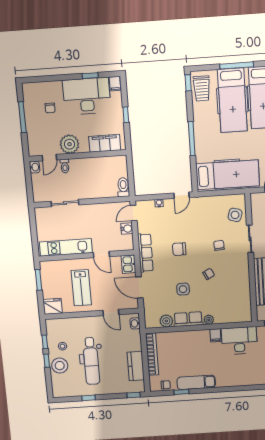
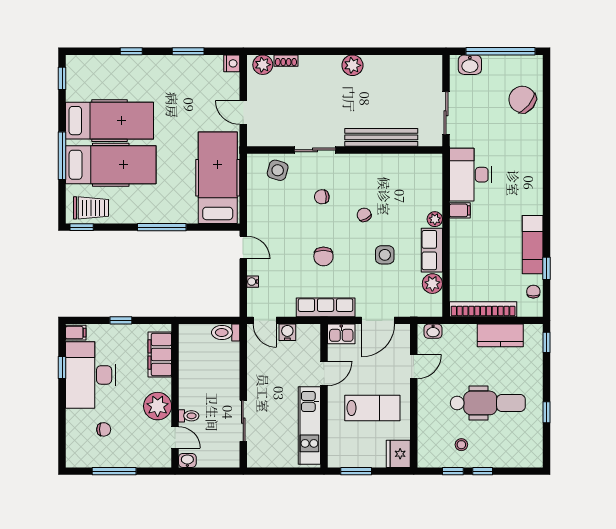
stool: (60, 366) -> (492, 452), removed

